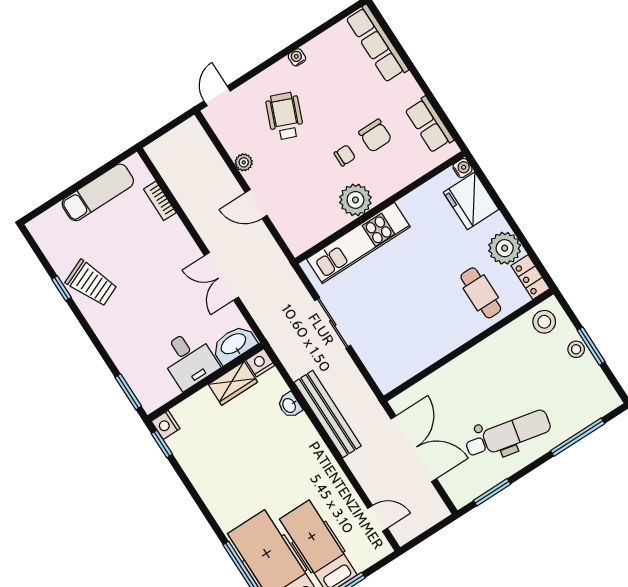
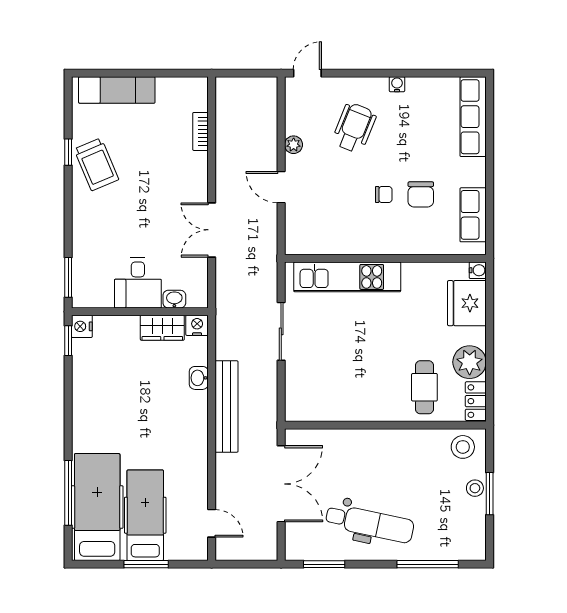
exam couch: (98, 192) -> (117, 90), moved
plant: (355, 200) -> (368, 239), removed
washbasin: (234, 344) -> (174, 299), width x0.52, depth x0.69

